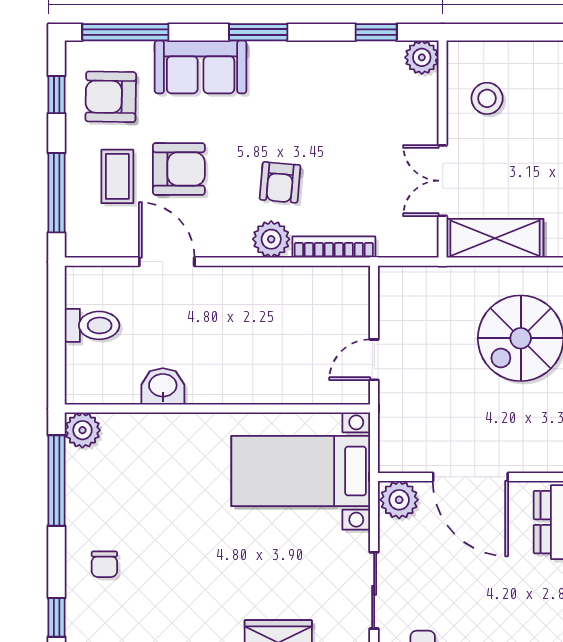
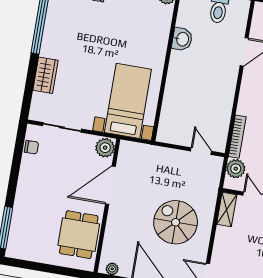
shelving: (495, 238) -> (227, 209), width x0.67, depth x0.75
plant: (271, 239) -> (236, 169), moved
door: (374, 360) -> (201, 151), moved

